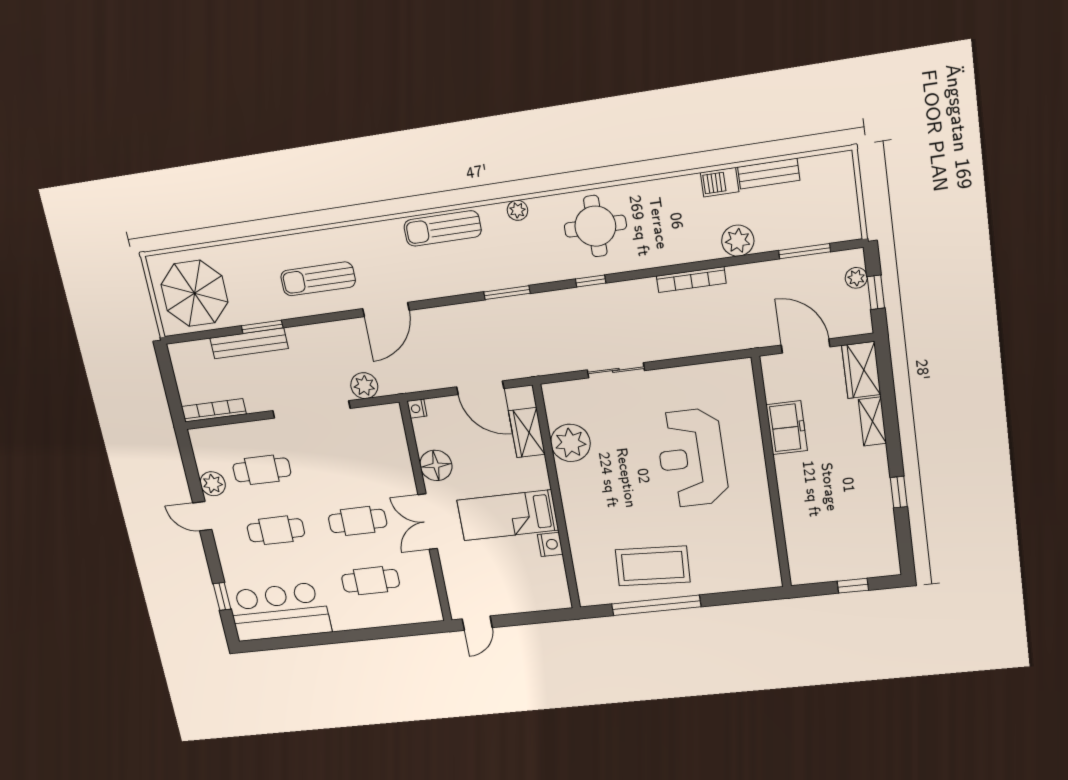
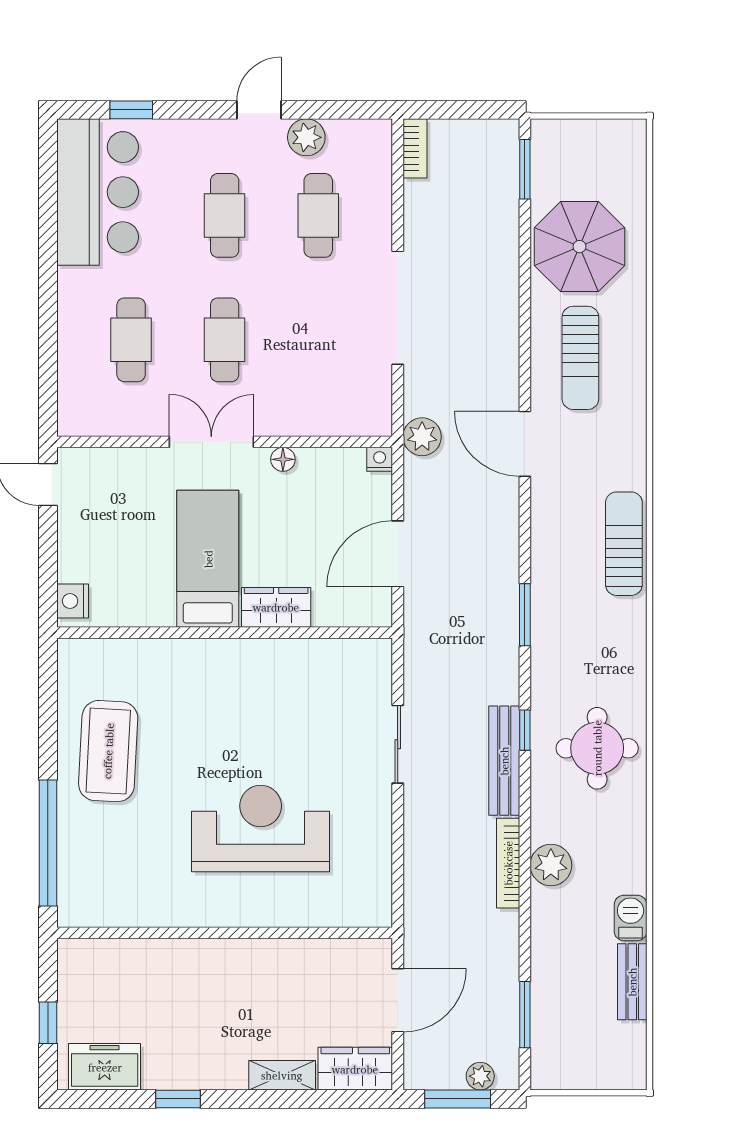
plant: (517, 210) -> (633, 649), removed
plant: (738, 241) -> (551, 865), moved
sun lounger: (318, 279) -> (580, 358), turned 180
window: (876, 292) -> (458, 1099), width x1.50
parasol: (194, 293) -> (580, 247), moved
window: (262, 327) -> (525, 169), moved
bench: (249, 343) -> (504, 761), moved
plant: (364, 386) -> (422, 437), moved
bookcase: (214, 410) -> (415, 148), width x0.64
freezer: (787, 428) -> (105, 1067), moved, turned 180
wardrobe: (527, 433) -> (276, 607), moved
plant: (570, 443) -> (303, 665), removed
floor lamp: (436, 465) -> (283, 459), width x0.53, depth x0.53
nightstand: (550, 544) -> (73, 601), moved, turned 90
window: (656, 605) -> (48, 843), moved

